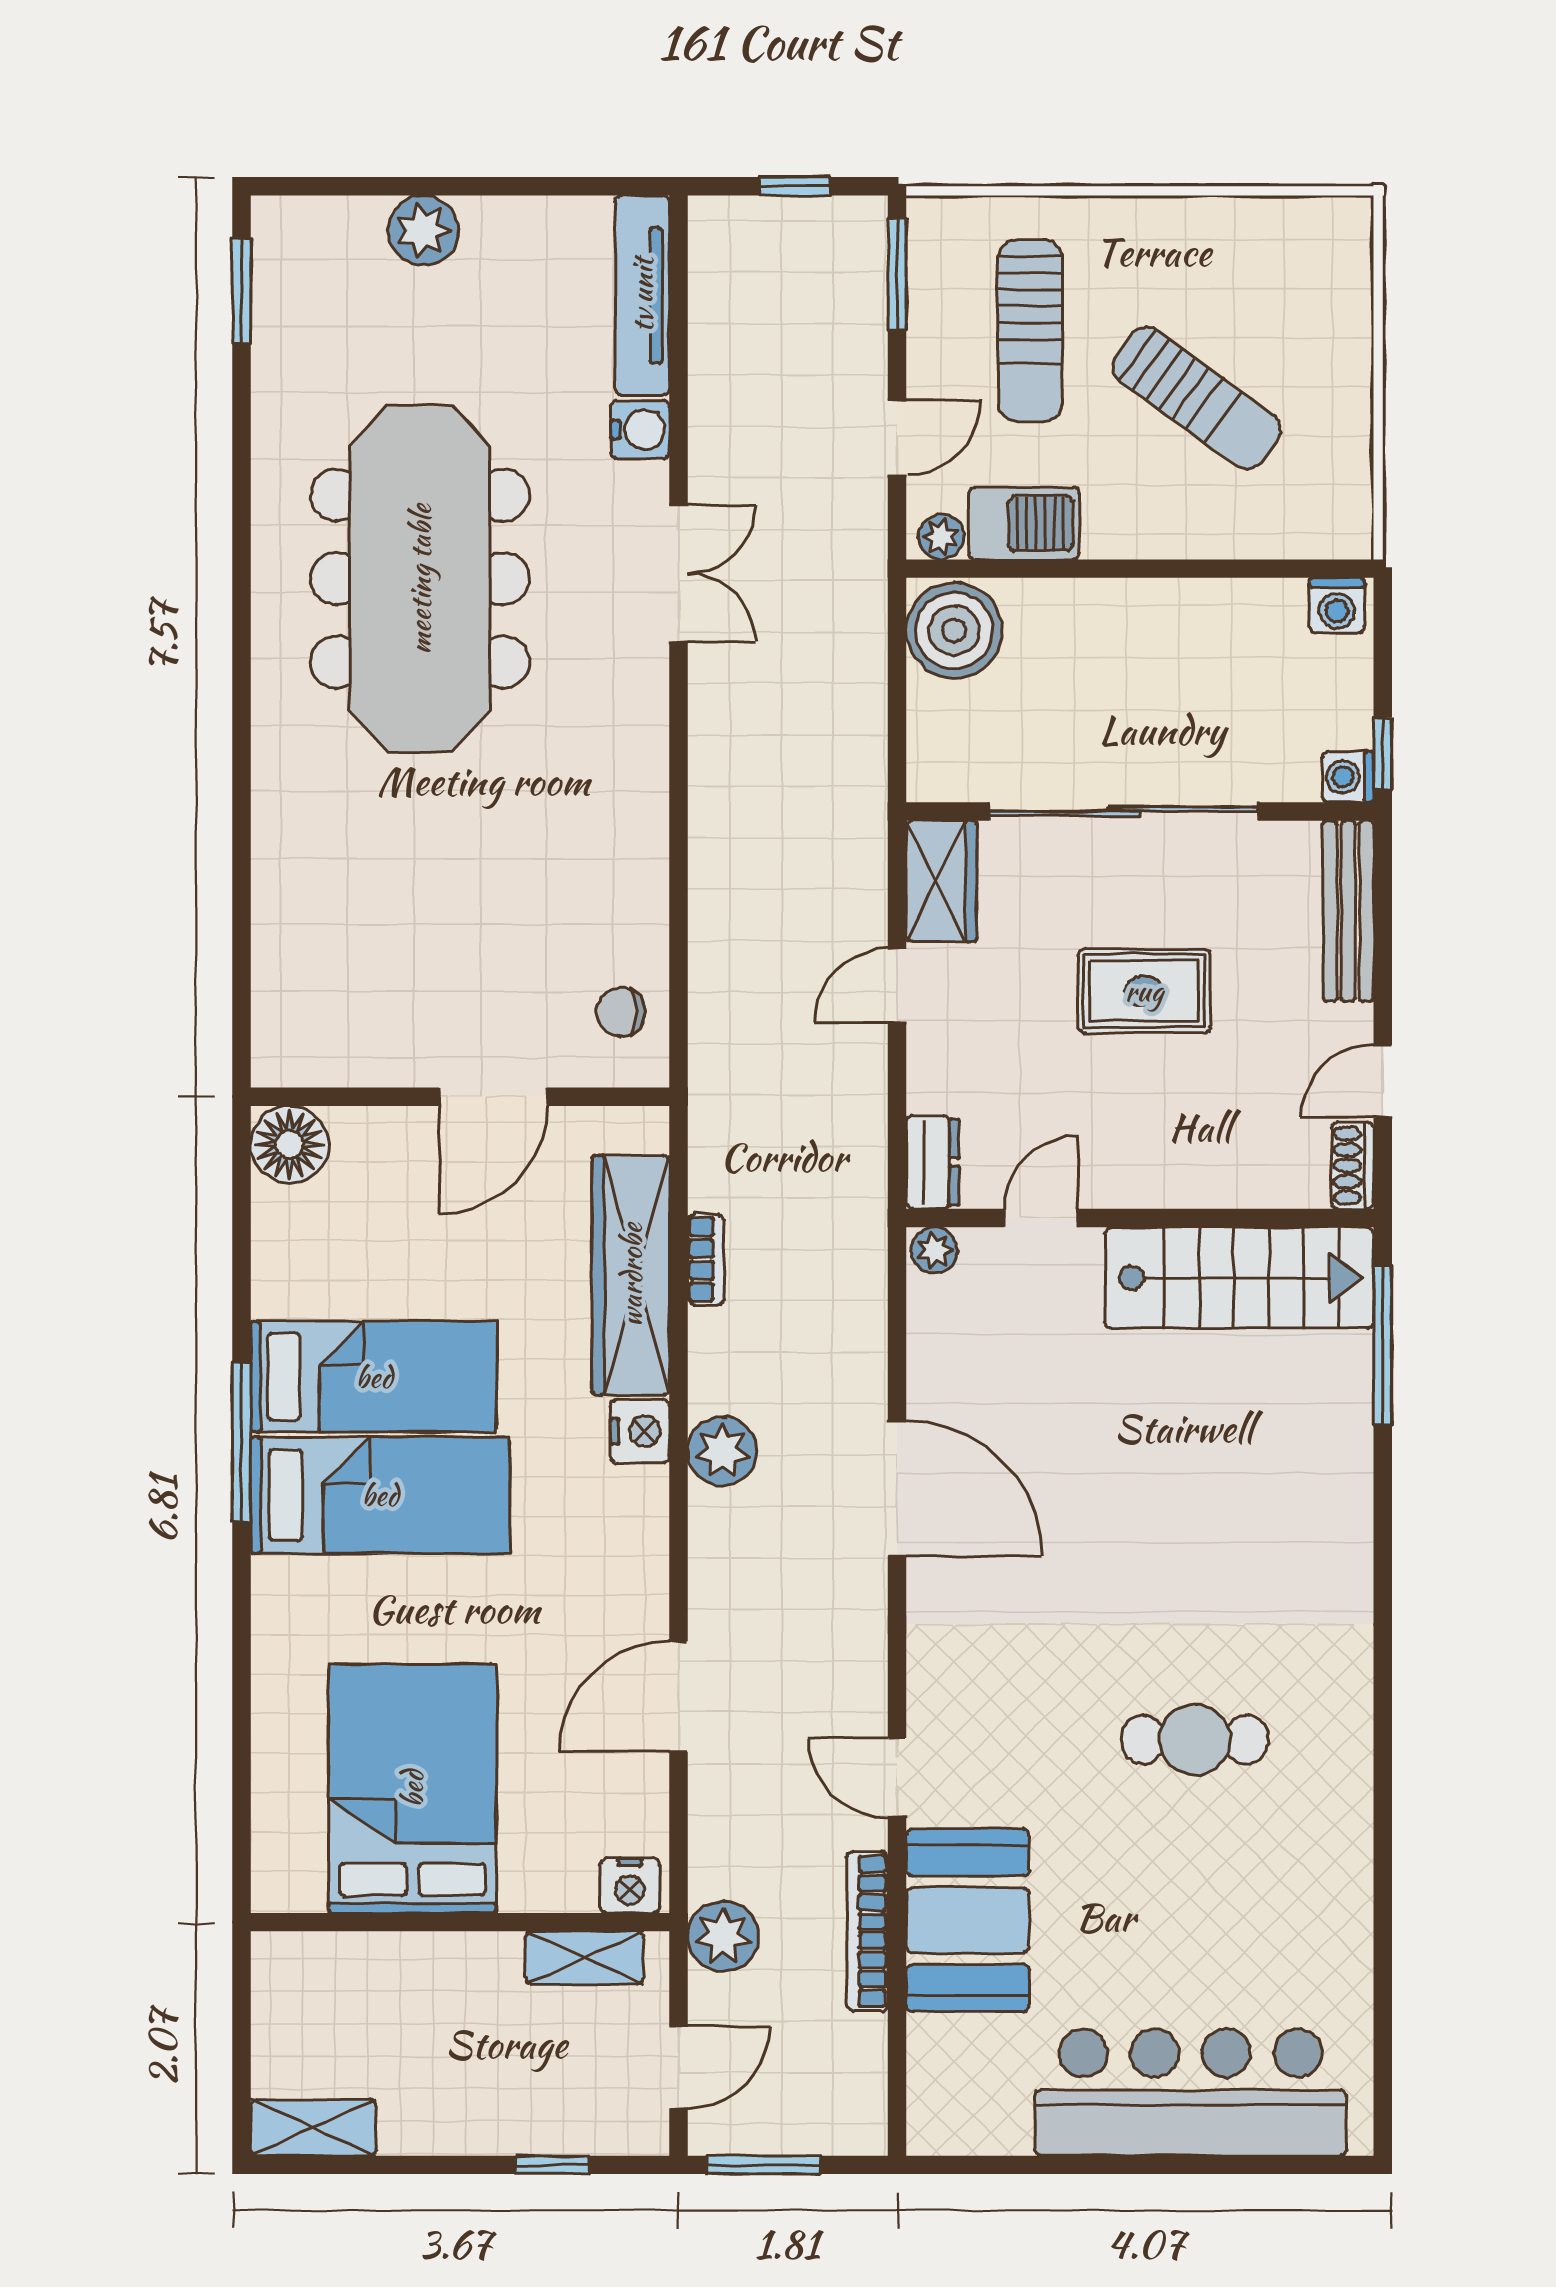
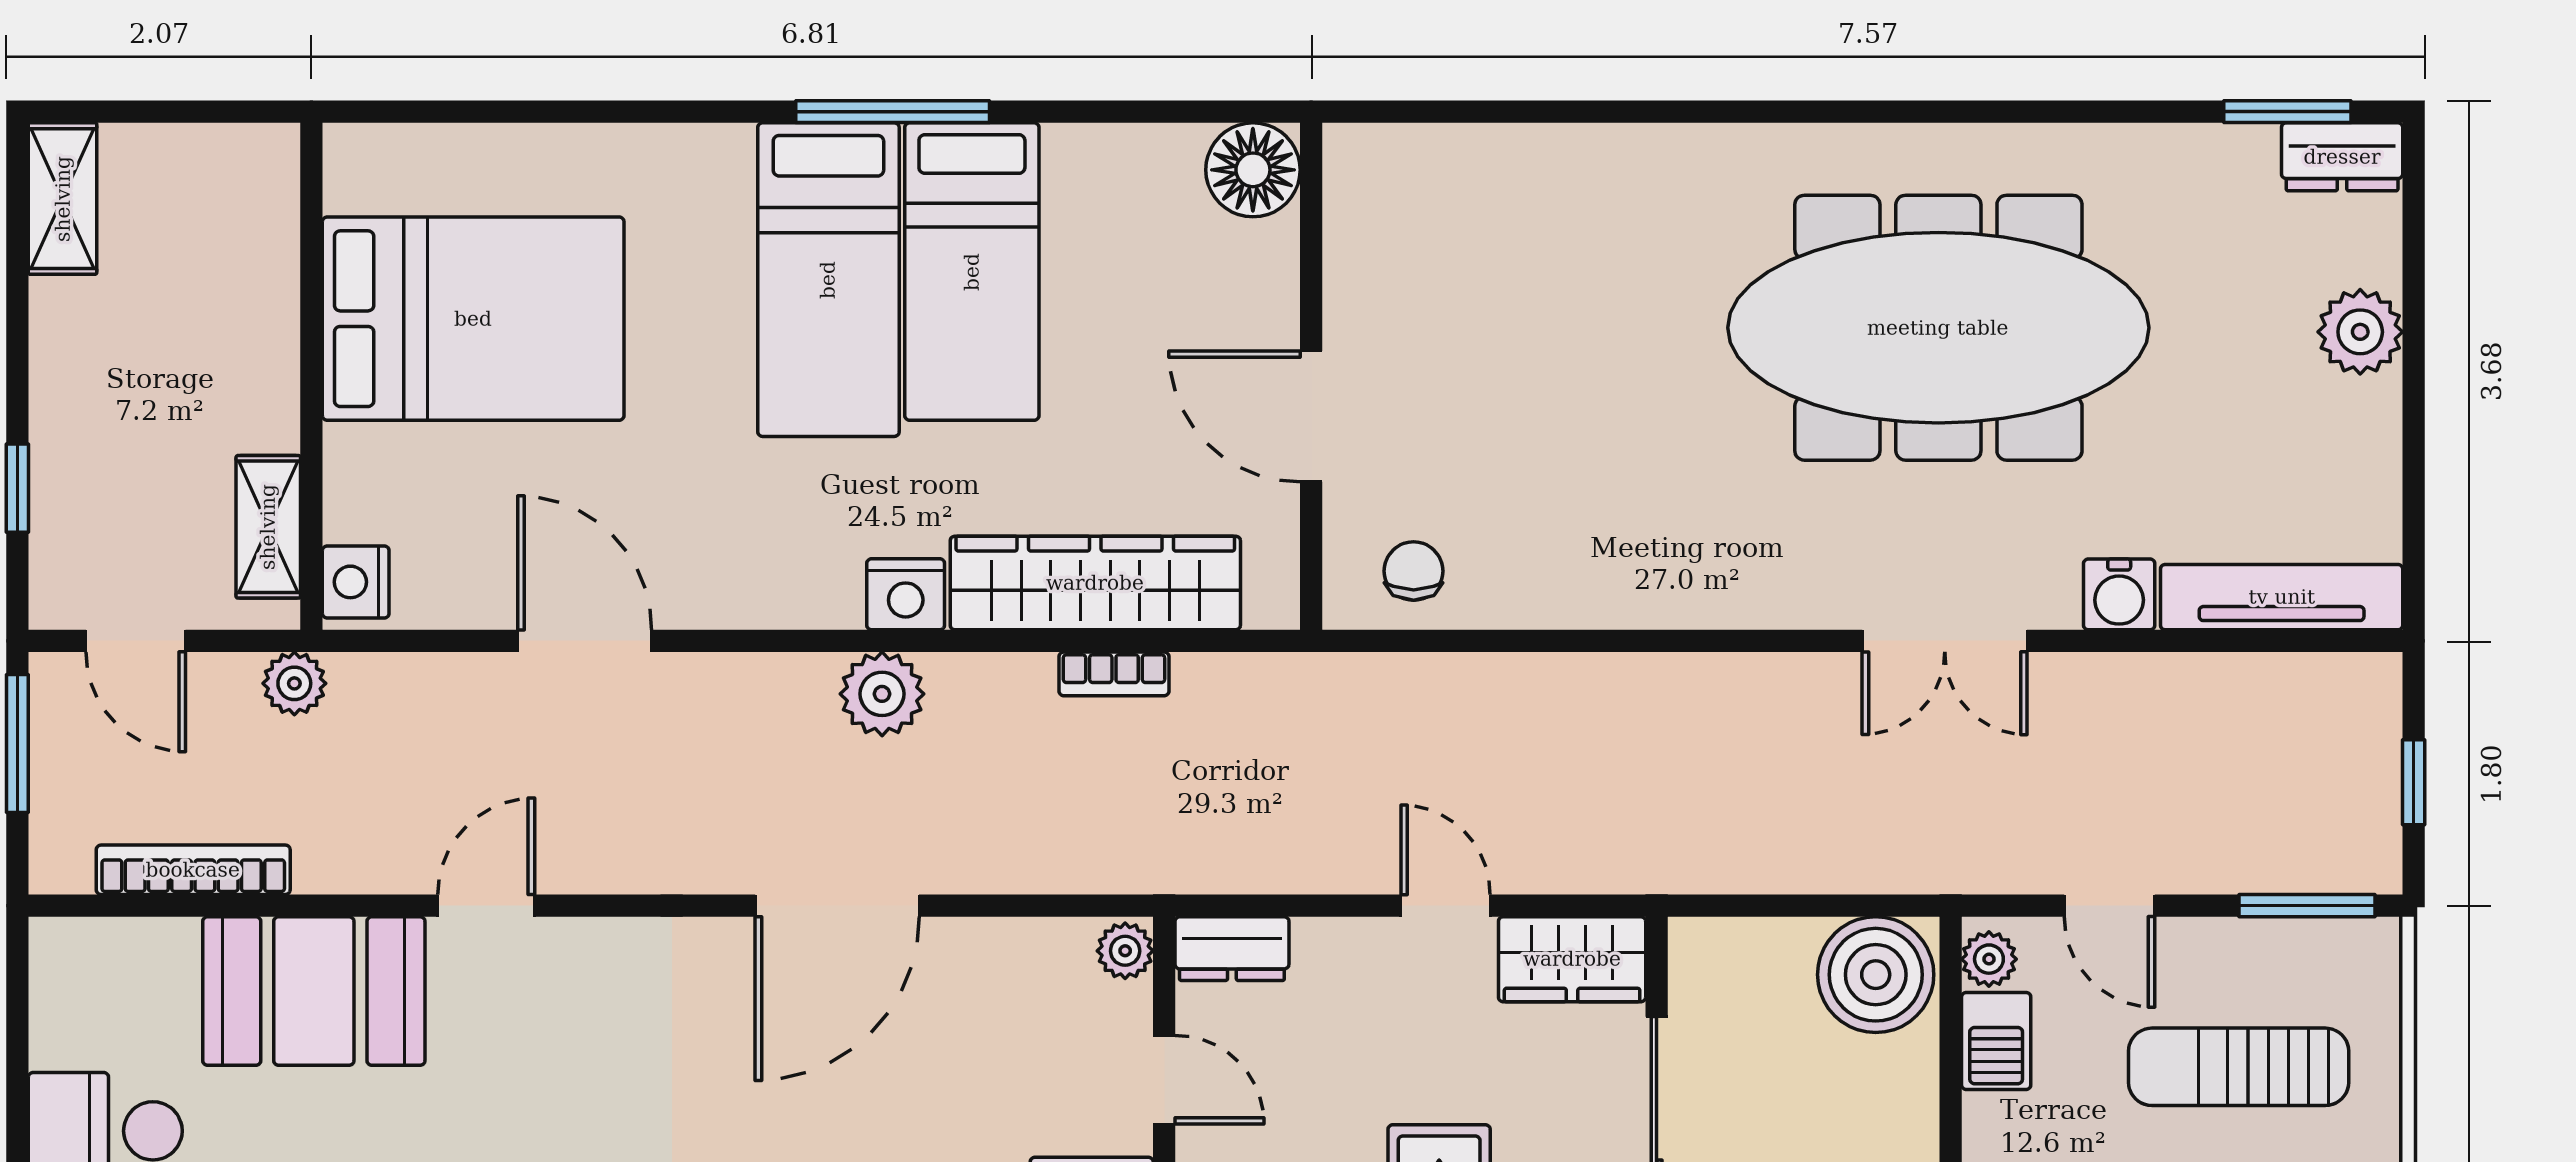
dresser: (279, 245) -> (2342, 157), added
barbecue: (1024, 523) -> (1996, 1041), width x0.73, depth x0.79
bookcase: (868, 1931) -> (193, 870), moved
plant: (723, 1936) -> (294, 683), width x0.73, depth x0.73

